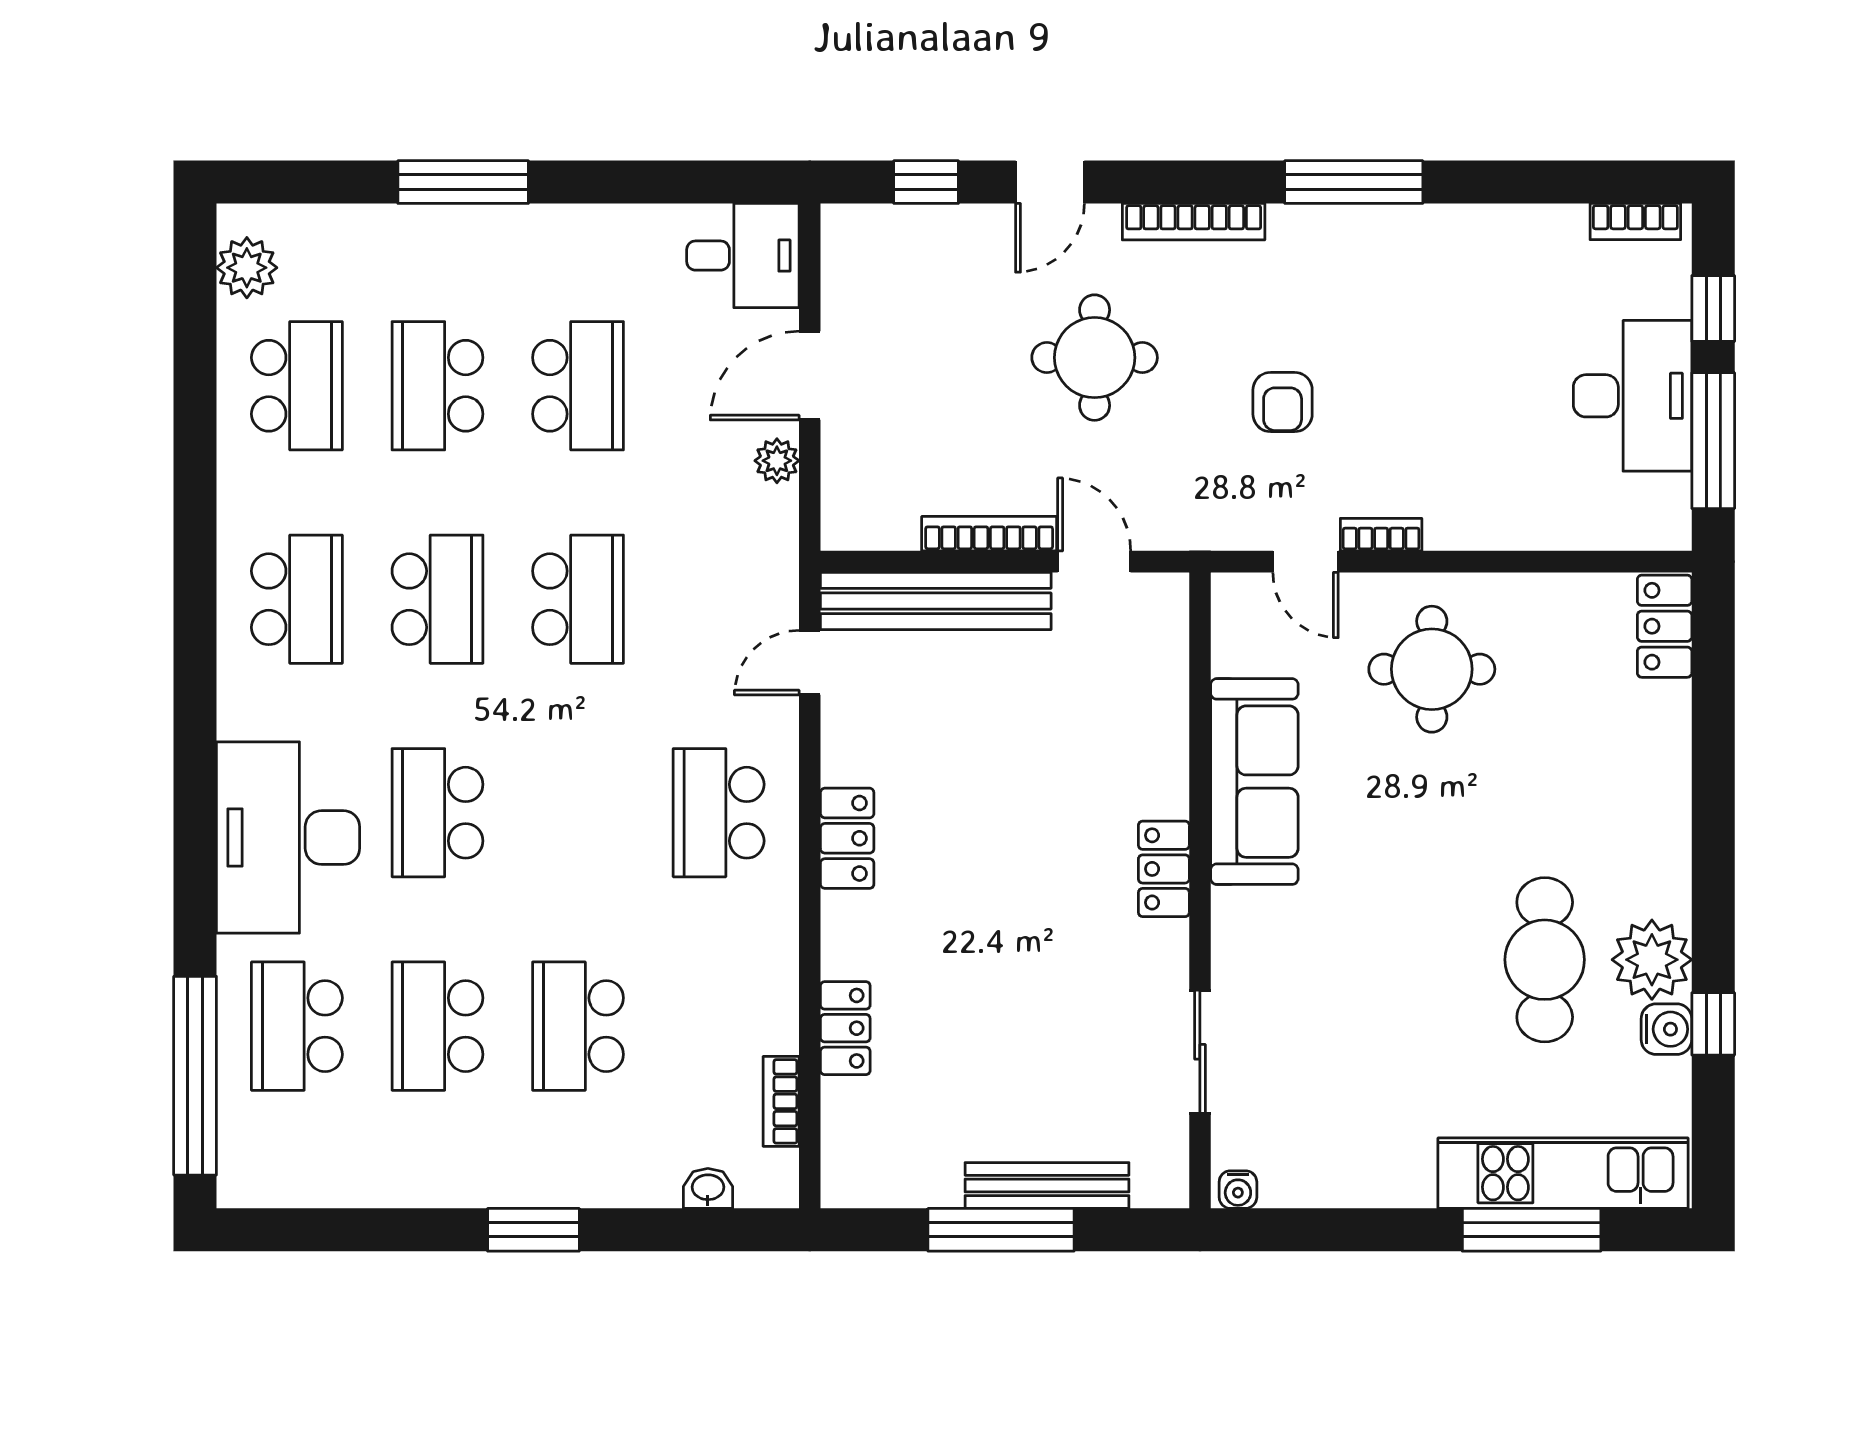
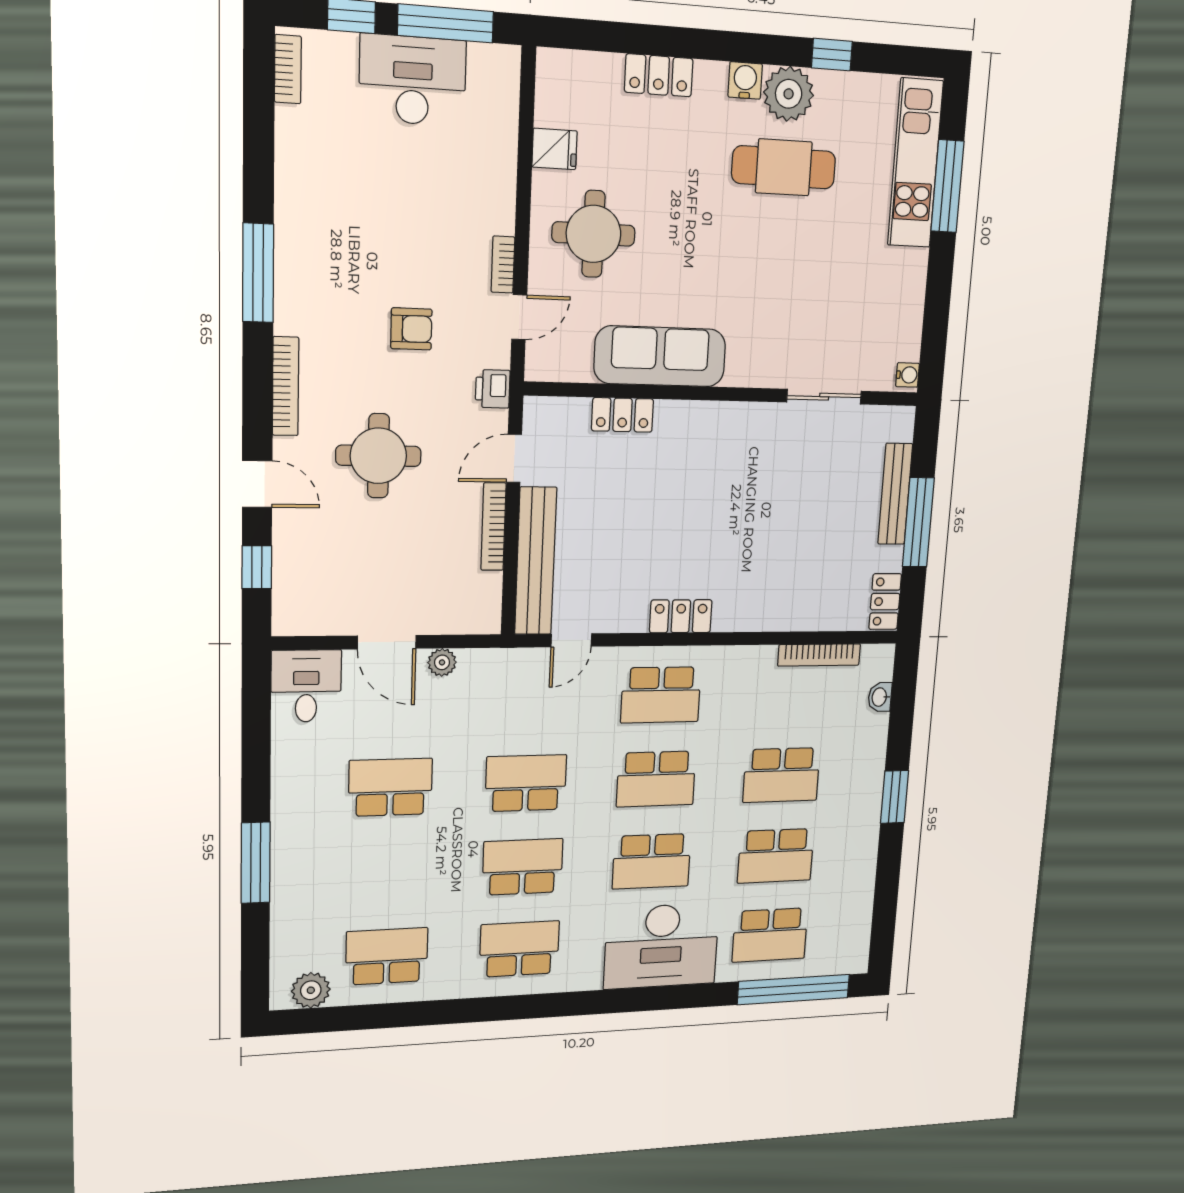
school desk: (437, 386) -> (656, 779), moved
printer: (1198, 525) -> (493, 389), added
fridge: (1550, 605) -> (555, 149), added
locker: (1665, 626) -> (659, 75), moved
door: (810, 663) -> (571, 640), hinge flipped
locker: (1164, 869) -> (623, 415), moved
locker: (845, 1028) -> (885, 602), moved, turned -90
water cooler: (1666, 1029) -> (745, 80), moved
bookcase: (781, 1101) -> (819, 655), width x1.56

